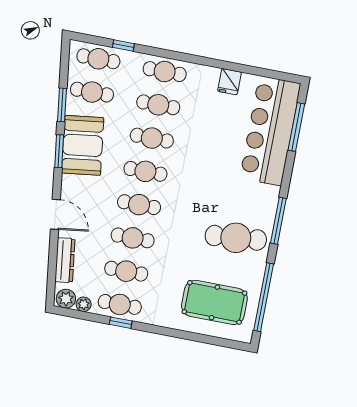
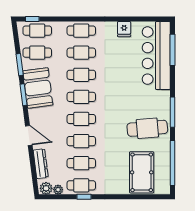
window: (123, 46) -> (32, 19), moved
pool table: (214, 302) -> (142, 172), turned 90

